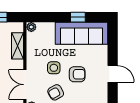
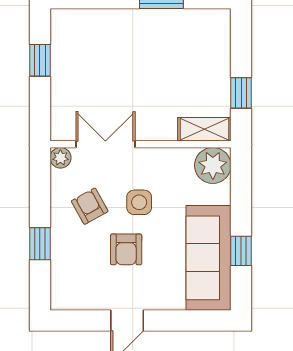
plant: (31, 27) -> (213, 165), width x1.87, depth x1.87
shelving: (18, 46) -> (204, 129), moved

